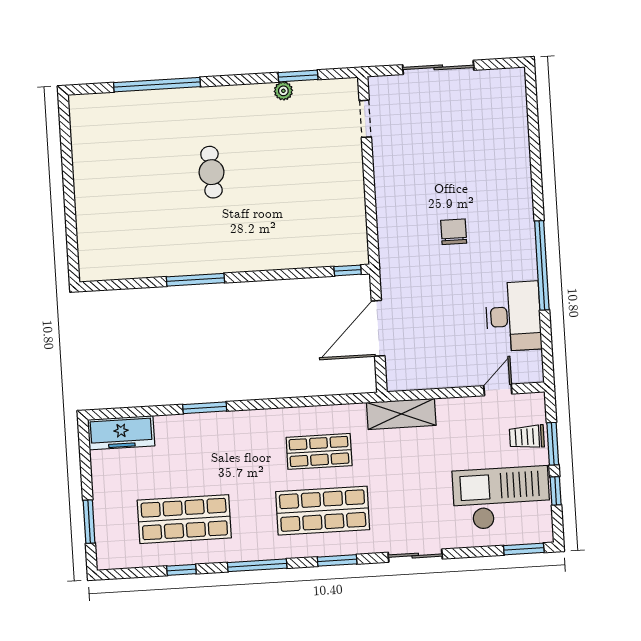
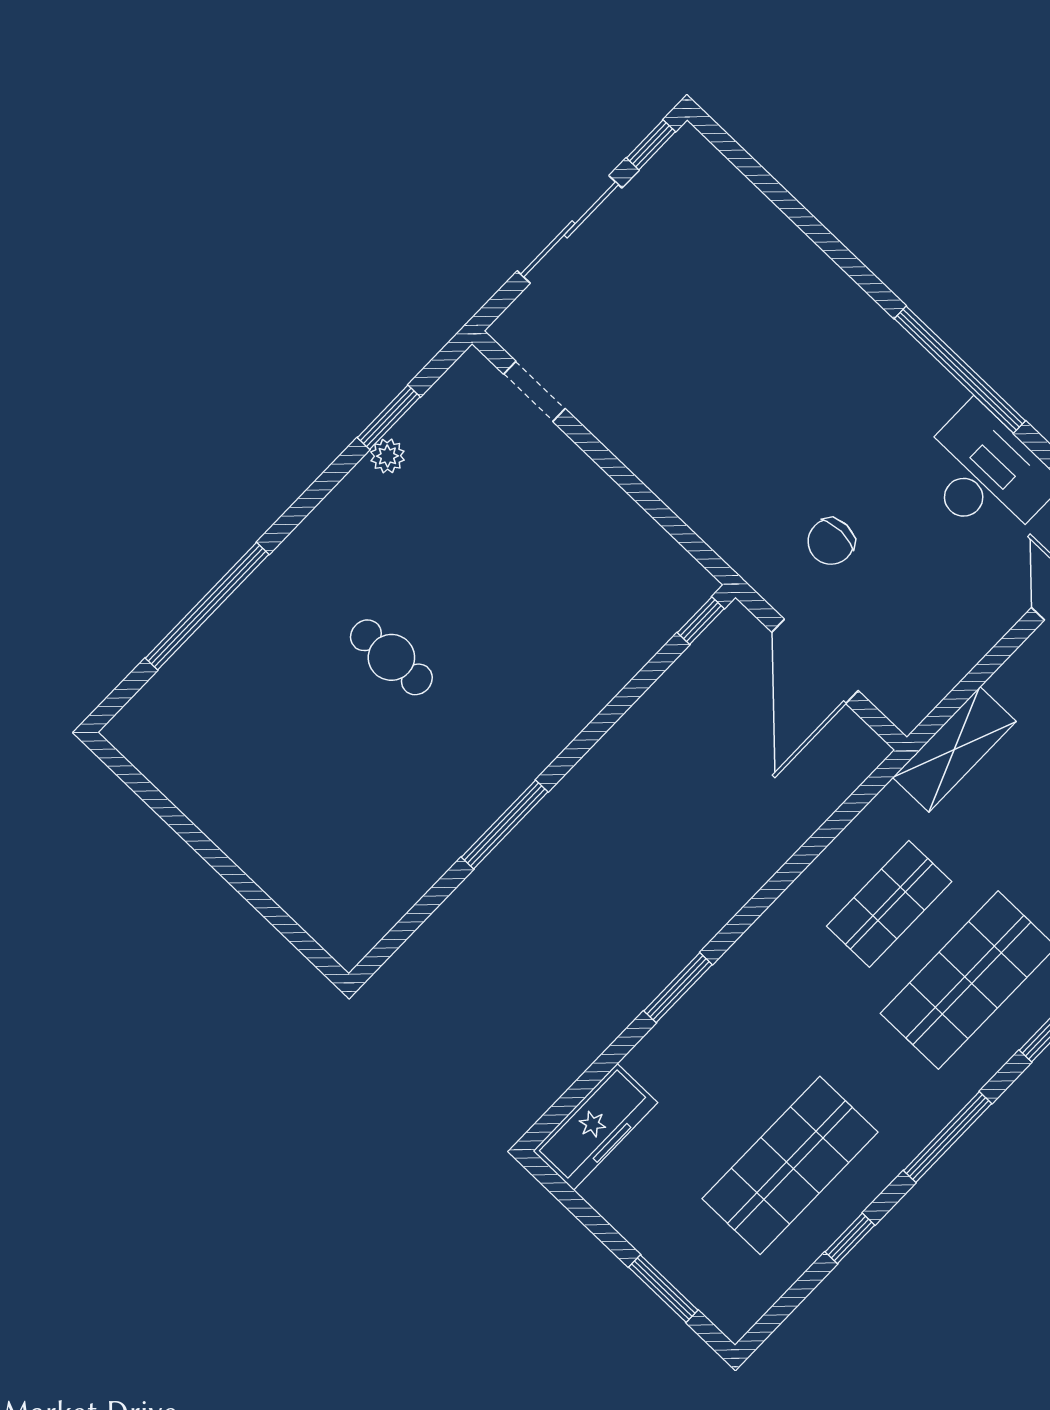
window: (501, 64) -> (651, 145), added
chair: (454, 232) -> (831, 542), moved, turned -90

